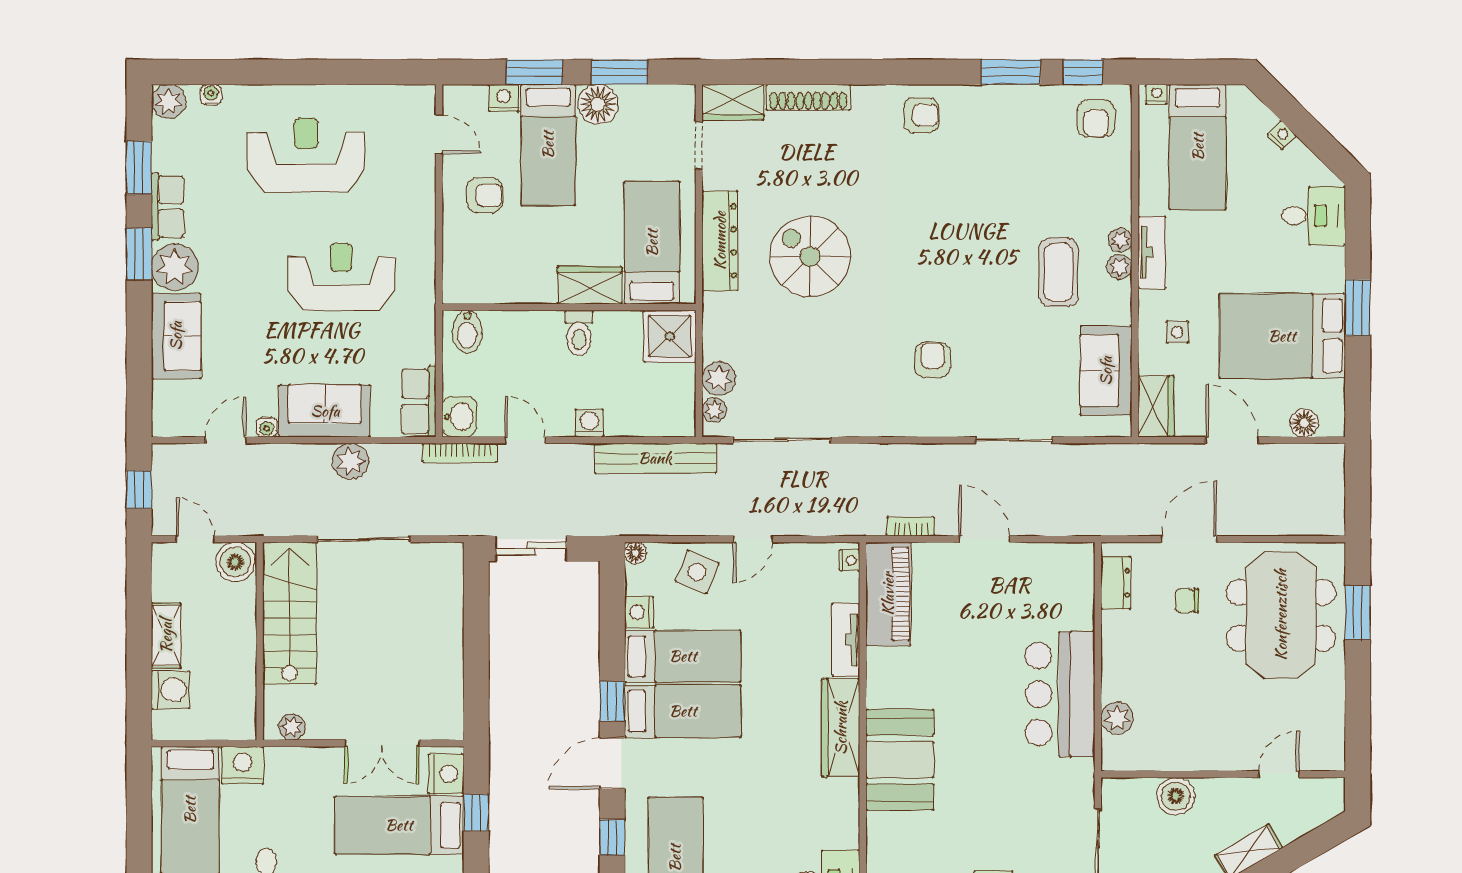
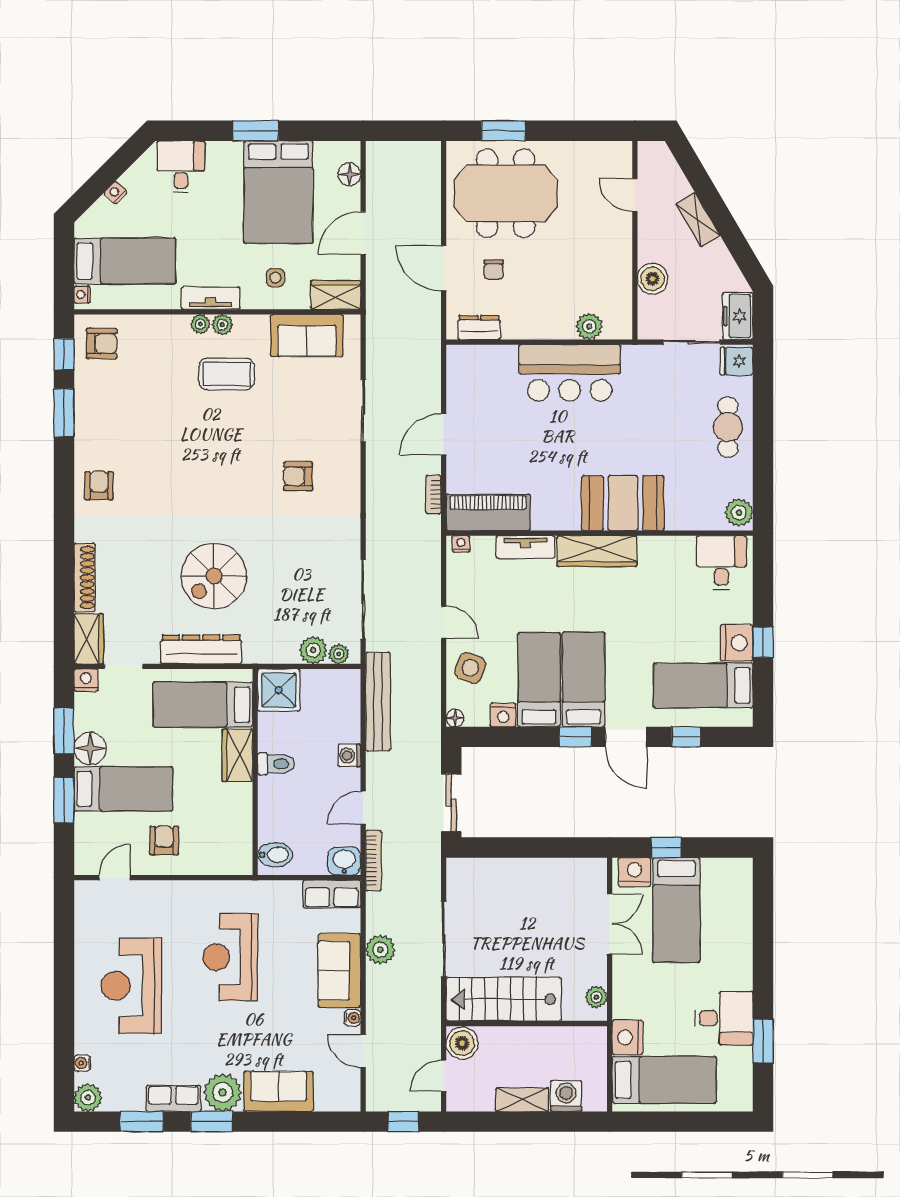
nightstand: (504, 98) -> (86, 680), moved, turned 90

